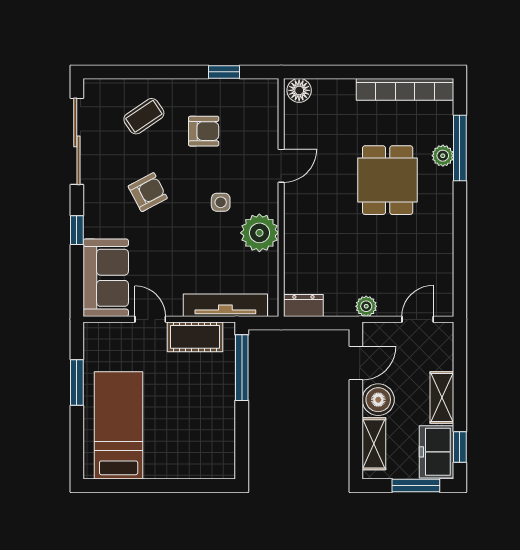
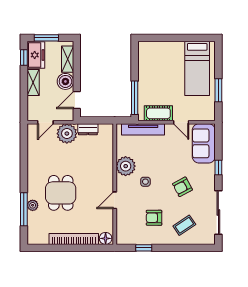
bookcase: (405, 89) -> (74, 239), moved
dresser: (303, 306) -> (88, 129), moved
plant: (366, 306) -> (67, 134), width x1.88, depth x1.88

